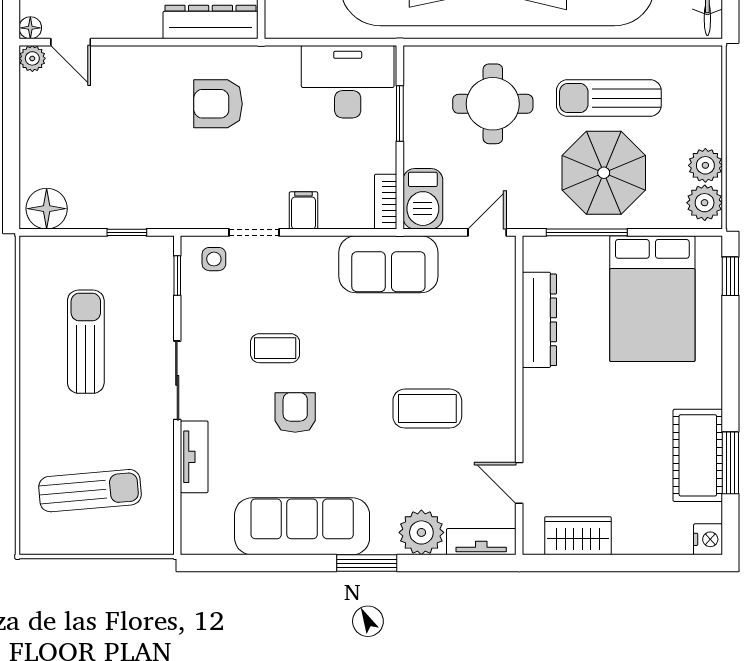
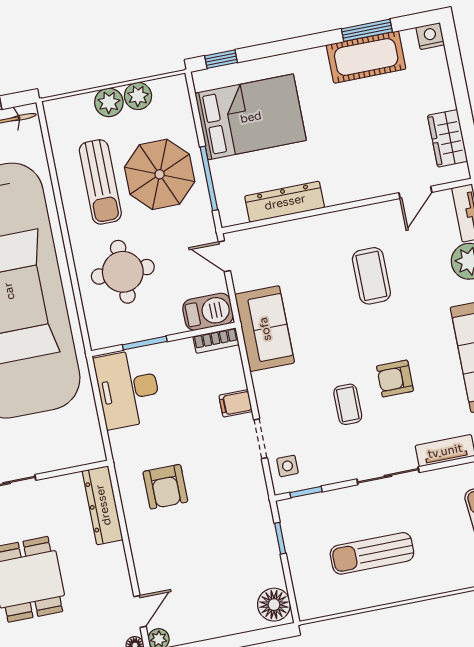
plant: (705, 203) -> (109, 102), moved

